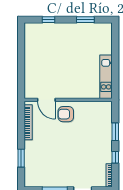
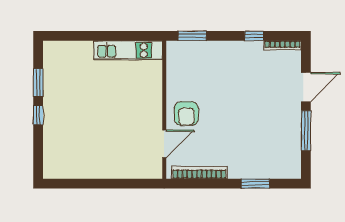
window: (48, 20) -> (38, 115), moved
window: (115, 132) -> (192, 36), moved

